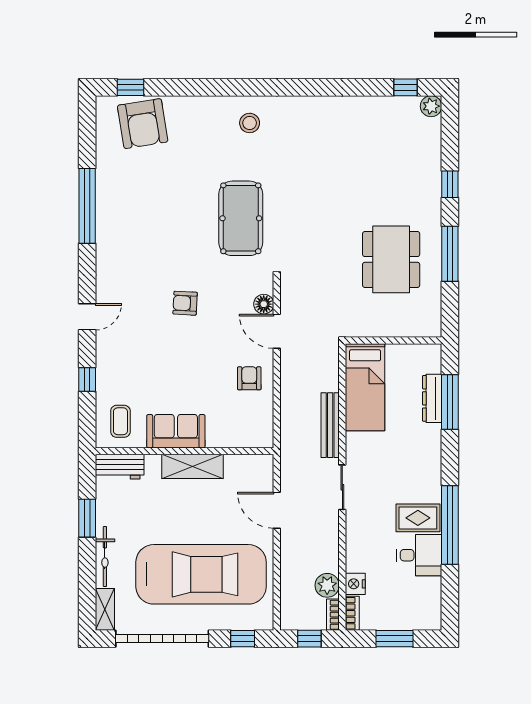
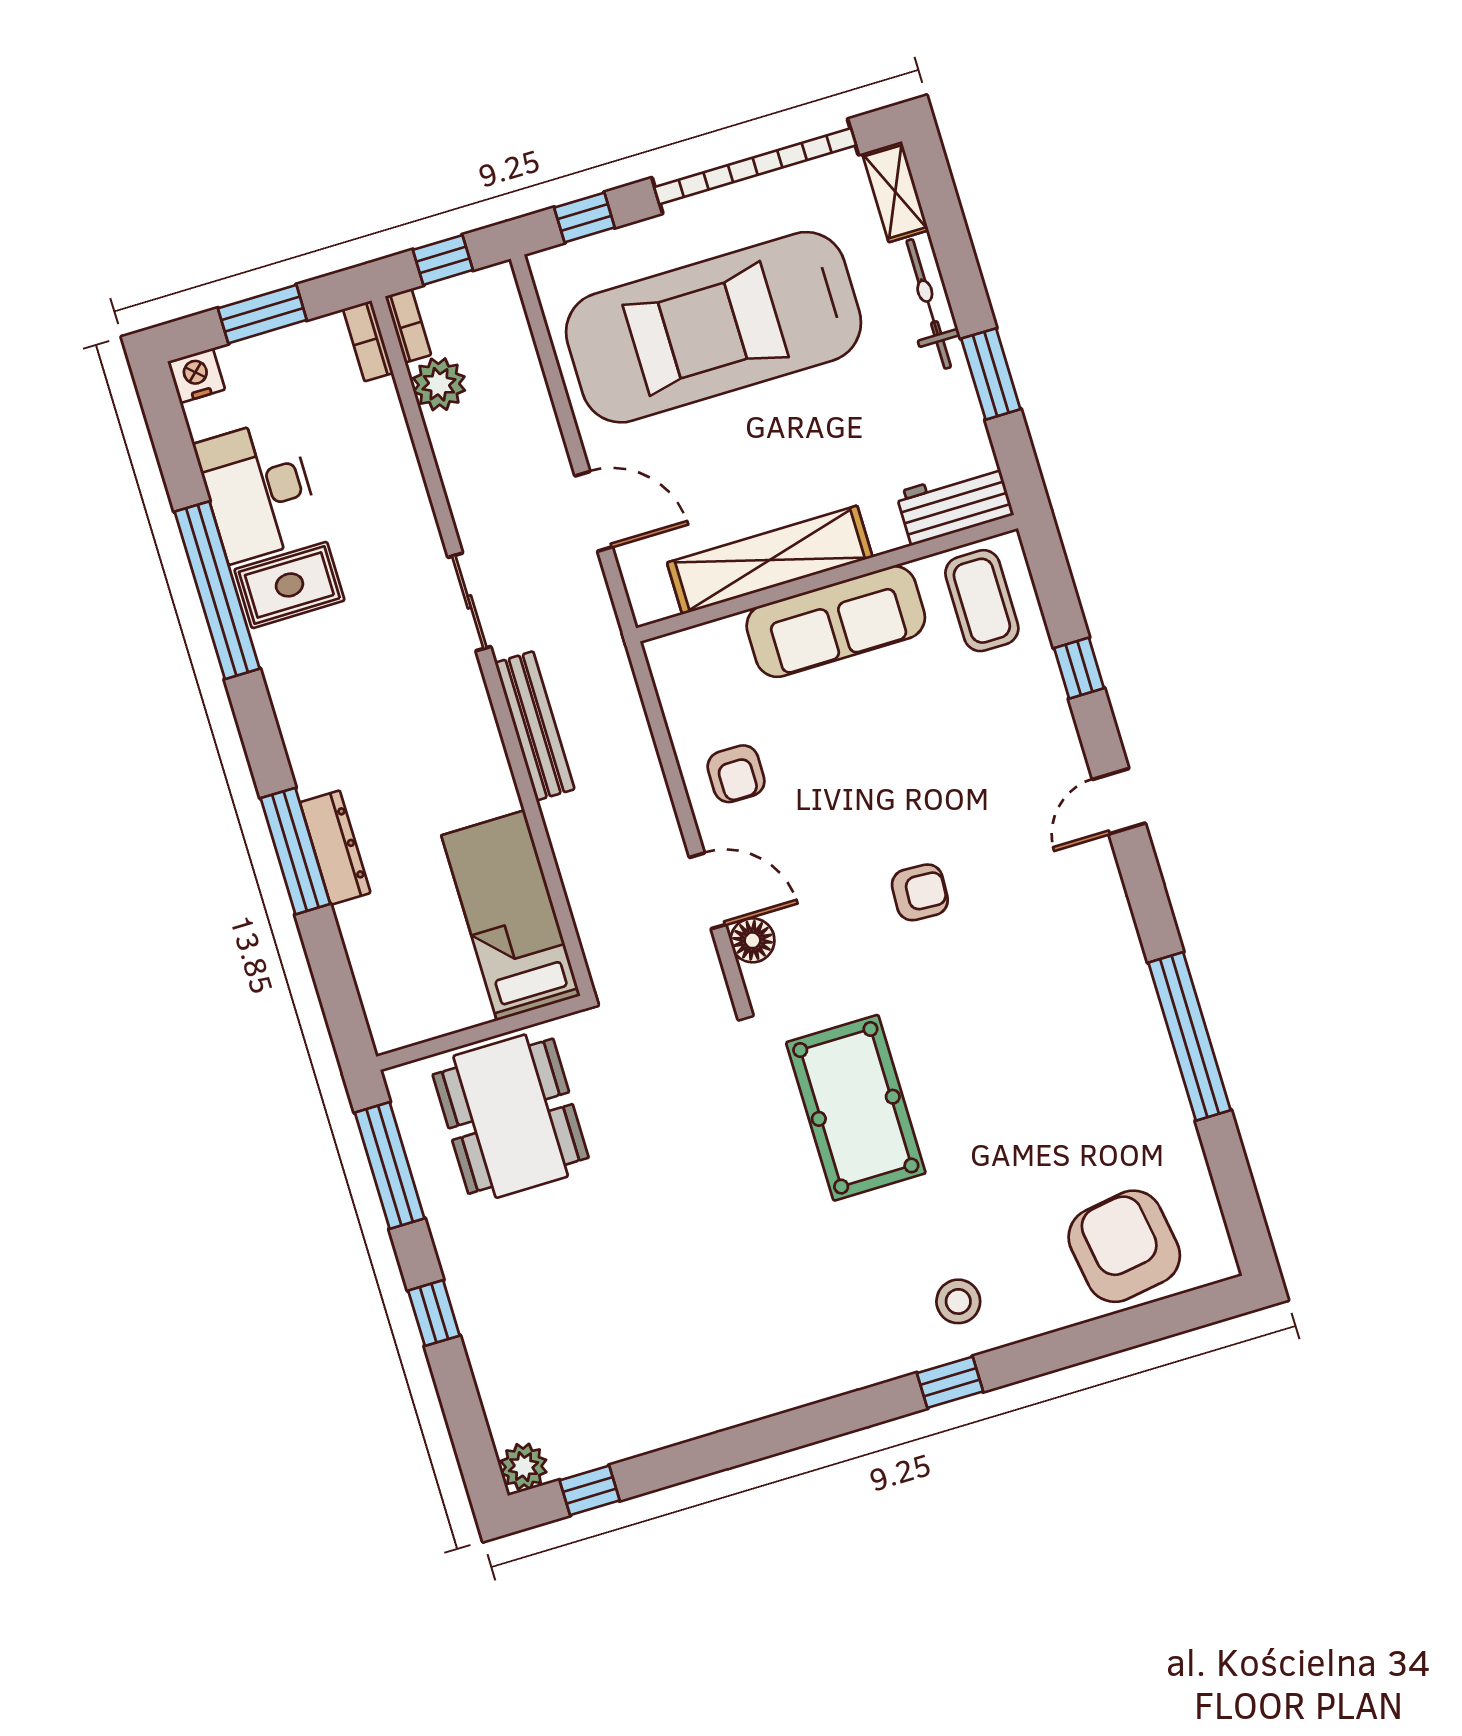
window: (130, 87) -> (950, 1382), moved
stool: (250, 123) -> (958, 1301), moved
wall: (394, 340) -> (480, 1033), moved
bed: (365, 387) -> (511, 915), moved
coffee table: (120, 421) -> (982, 601), width x1.36, depth x1.30
sofa: (176, 431) -> (836, 622), width x1.36
shelving: (193, 466) -> (770, 560), width x1.47
desk: (419, 555) -> (258, 490), width x1.37
nightstand: (355, 584) -> (196, 376), moved, turned -90

